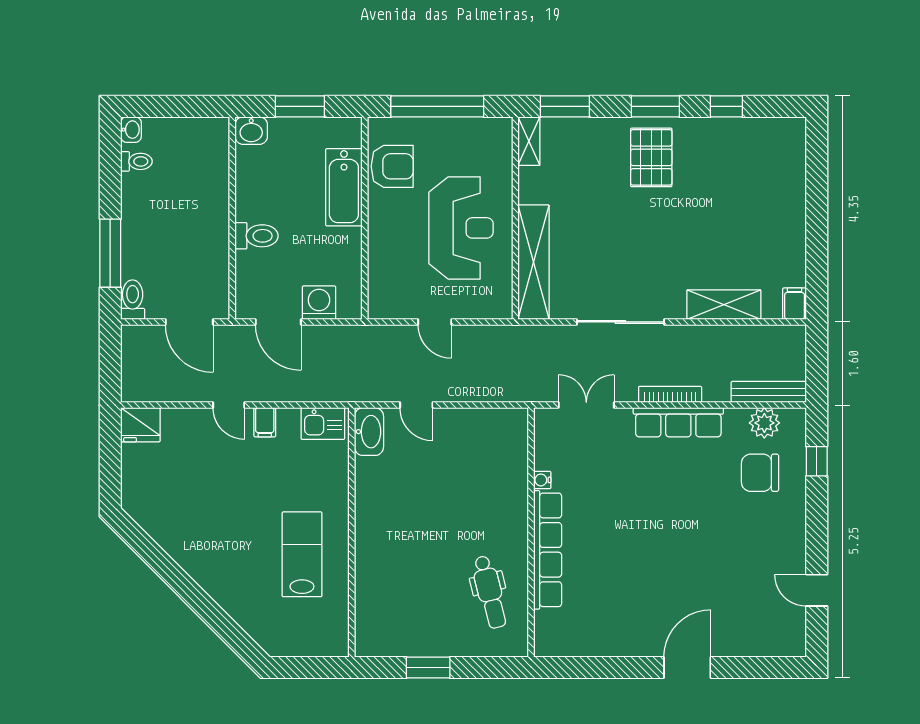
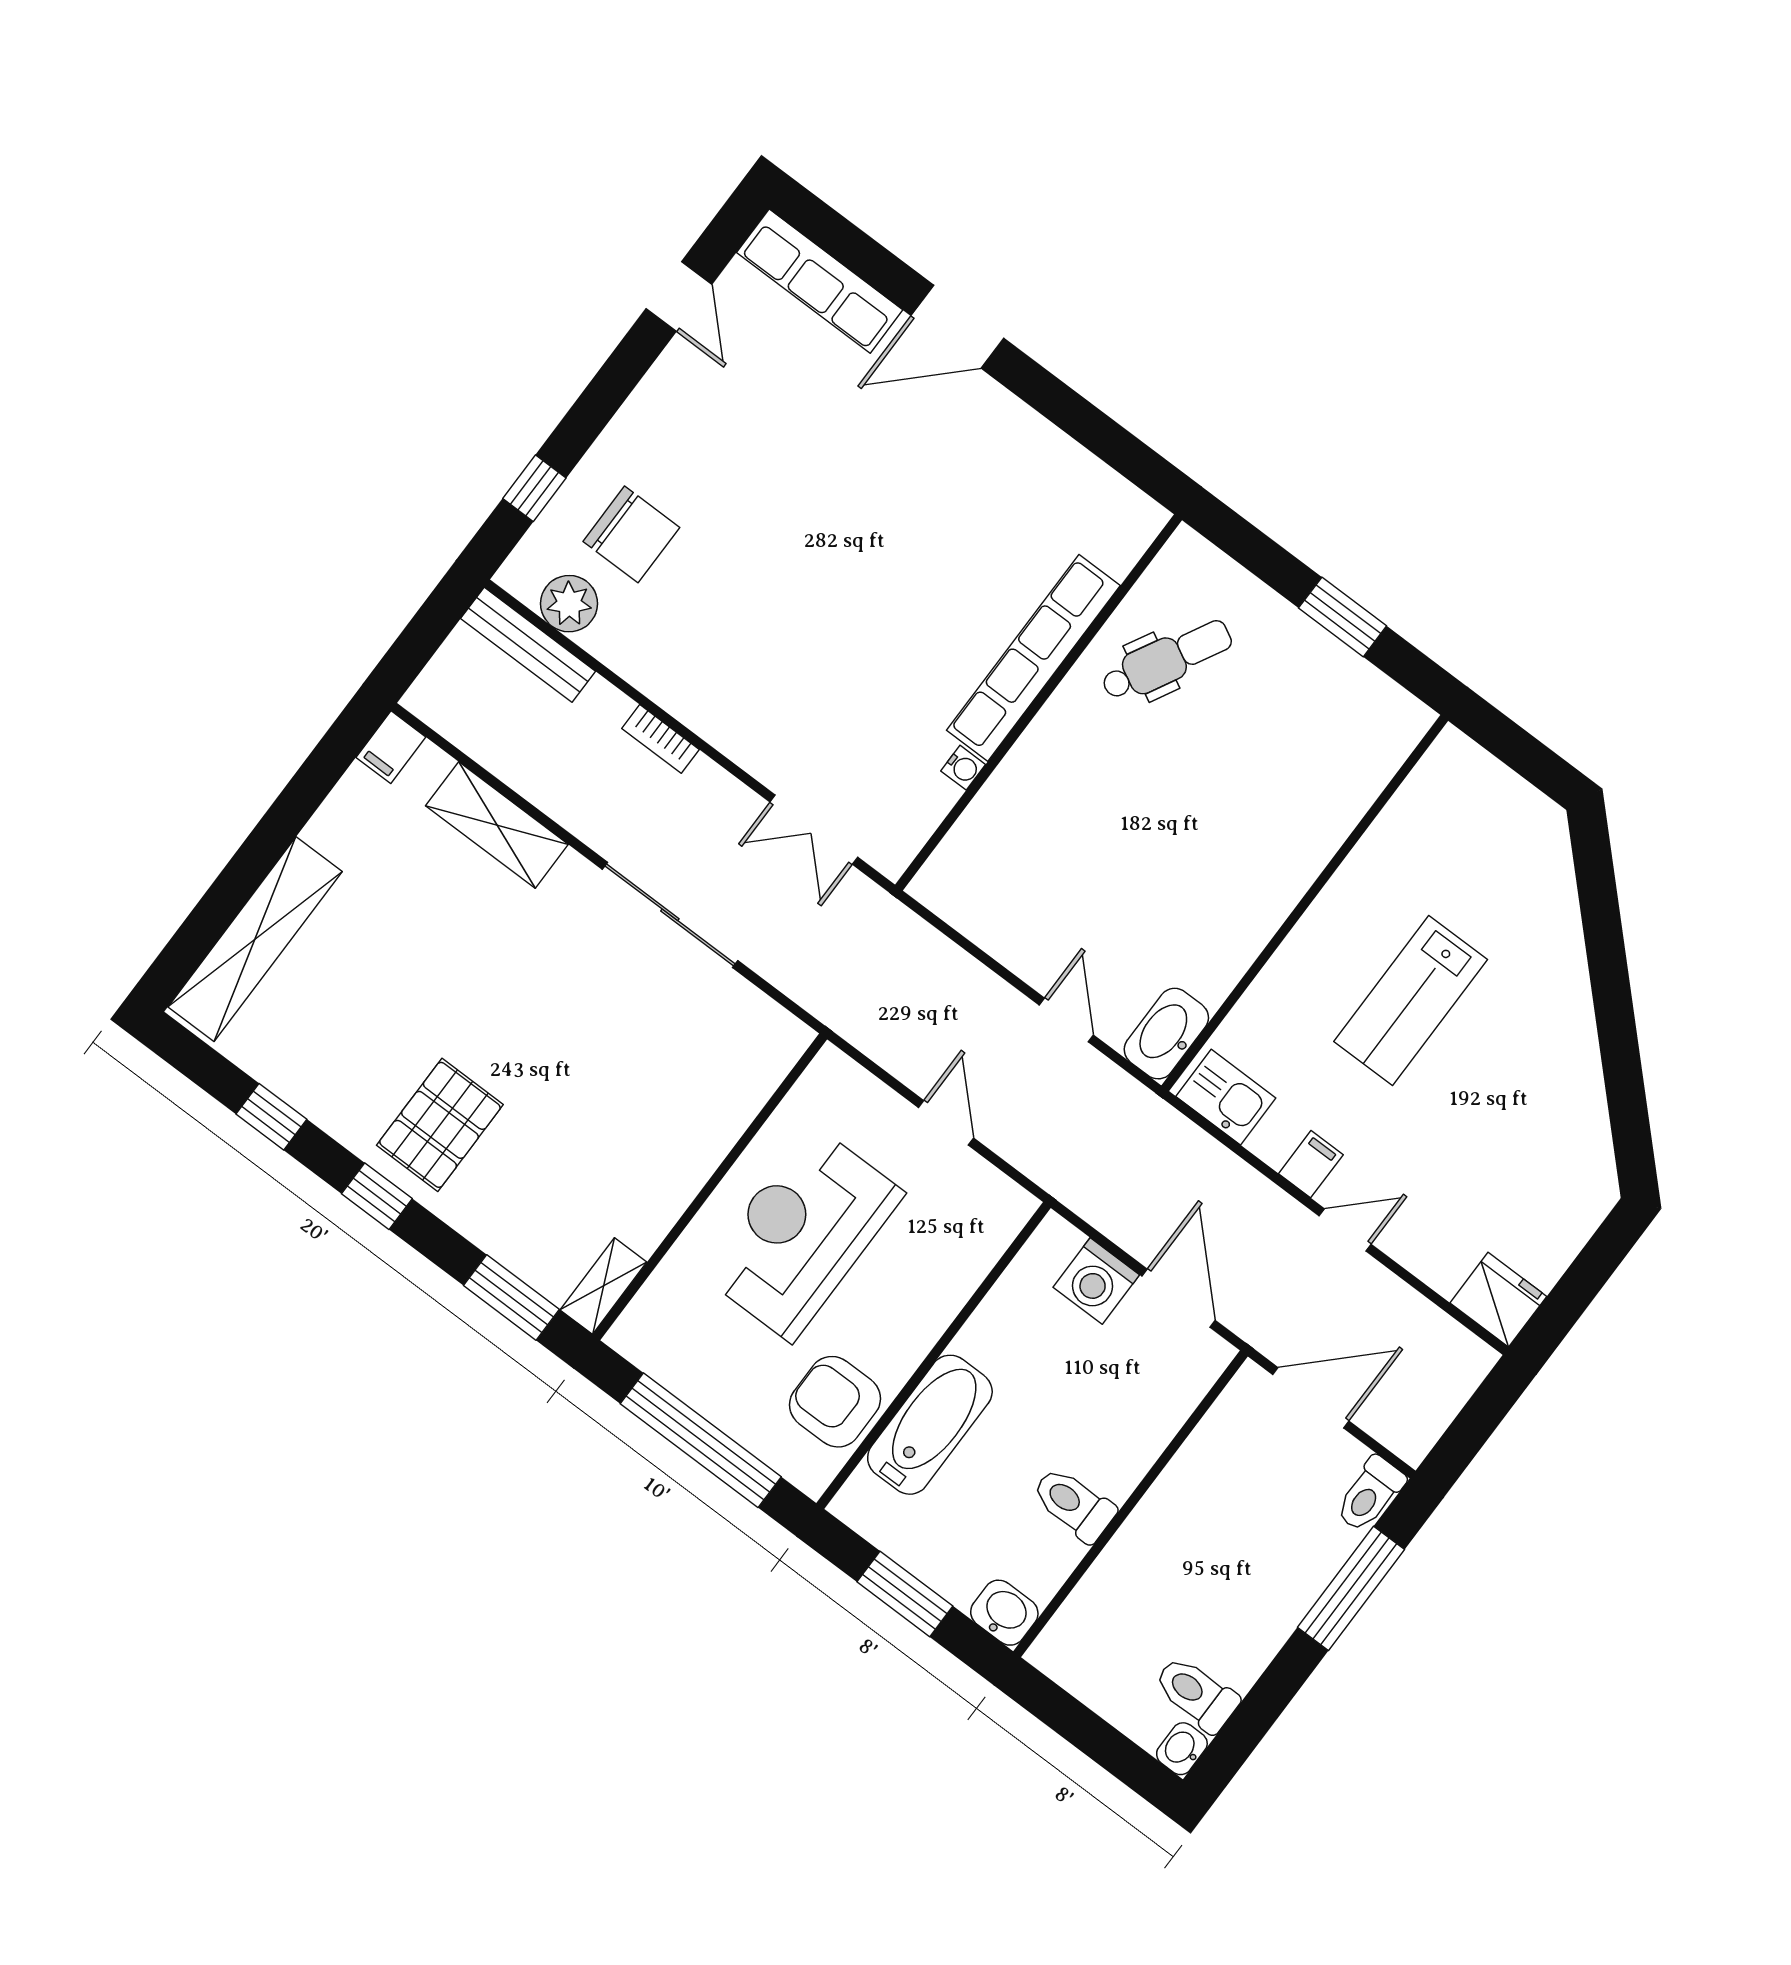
window: (655, 106) -> (377, 1196), width x0.67
toilet: (136, 161) -> (1196, 1694), width x1.37, depth x1.39
toilet: (257, 236) -> (1074, 1504), moved
shelving: (534, 262) -> (255, 939), moved
door: (189, 322) -> (1311, 1398), hinge flipped
bookcase: (670, 394) -> (661, 739), width x0.64
door: (229, 405) -> (1345, 1230), hinge flipped
row of seats: (678, 422) -> (820, 281), moved, turned 180
lab bench: (302, 554) -> (1411, 1001), moved
dental chair: (490, 592) -> (1167, 660), turned 42

